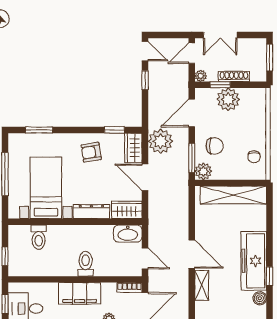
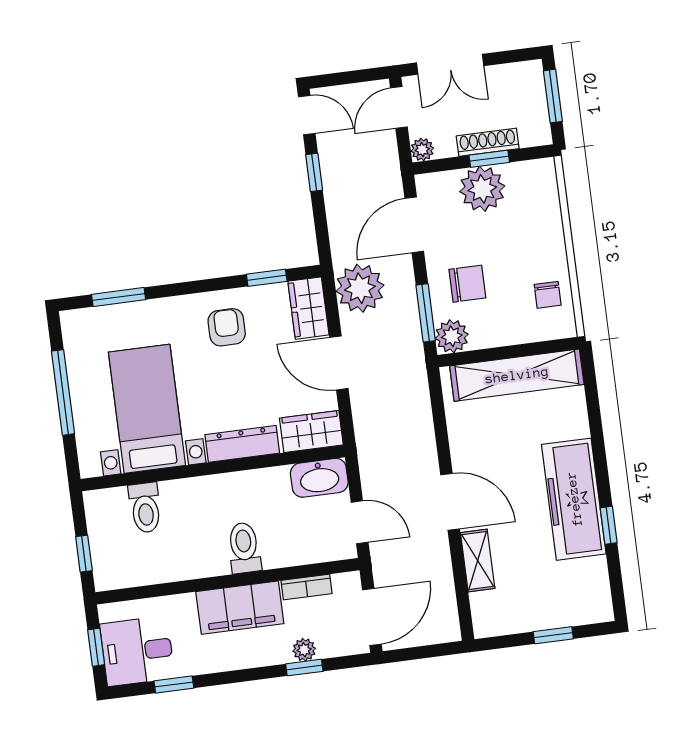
window: (220, 85) -> (489, 159), moved
armchair: (91, 152) -> (227, 327), turned 99
bookcase: (130, 287) -> (306, 587), moved
boiler: (260, 298) -> (595, 571), removed

